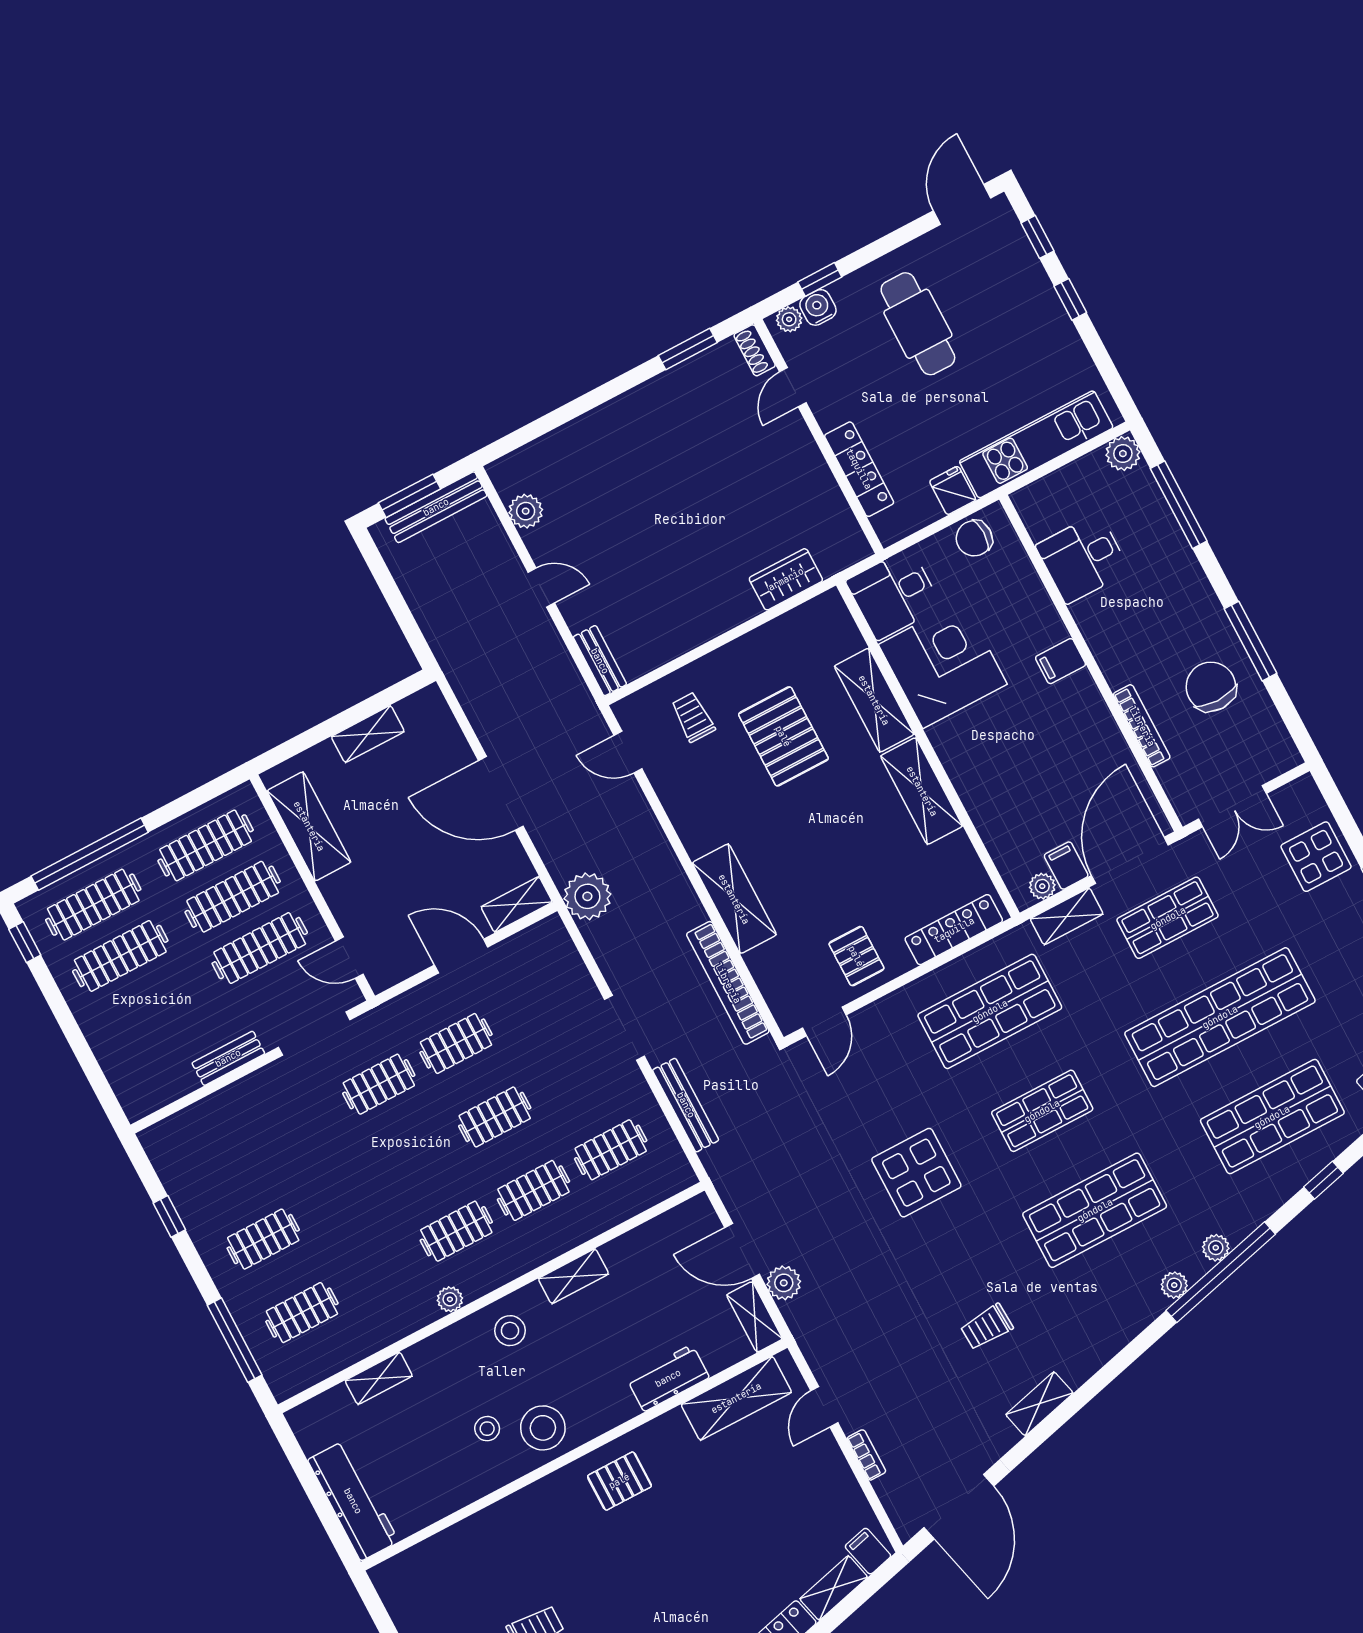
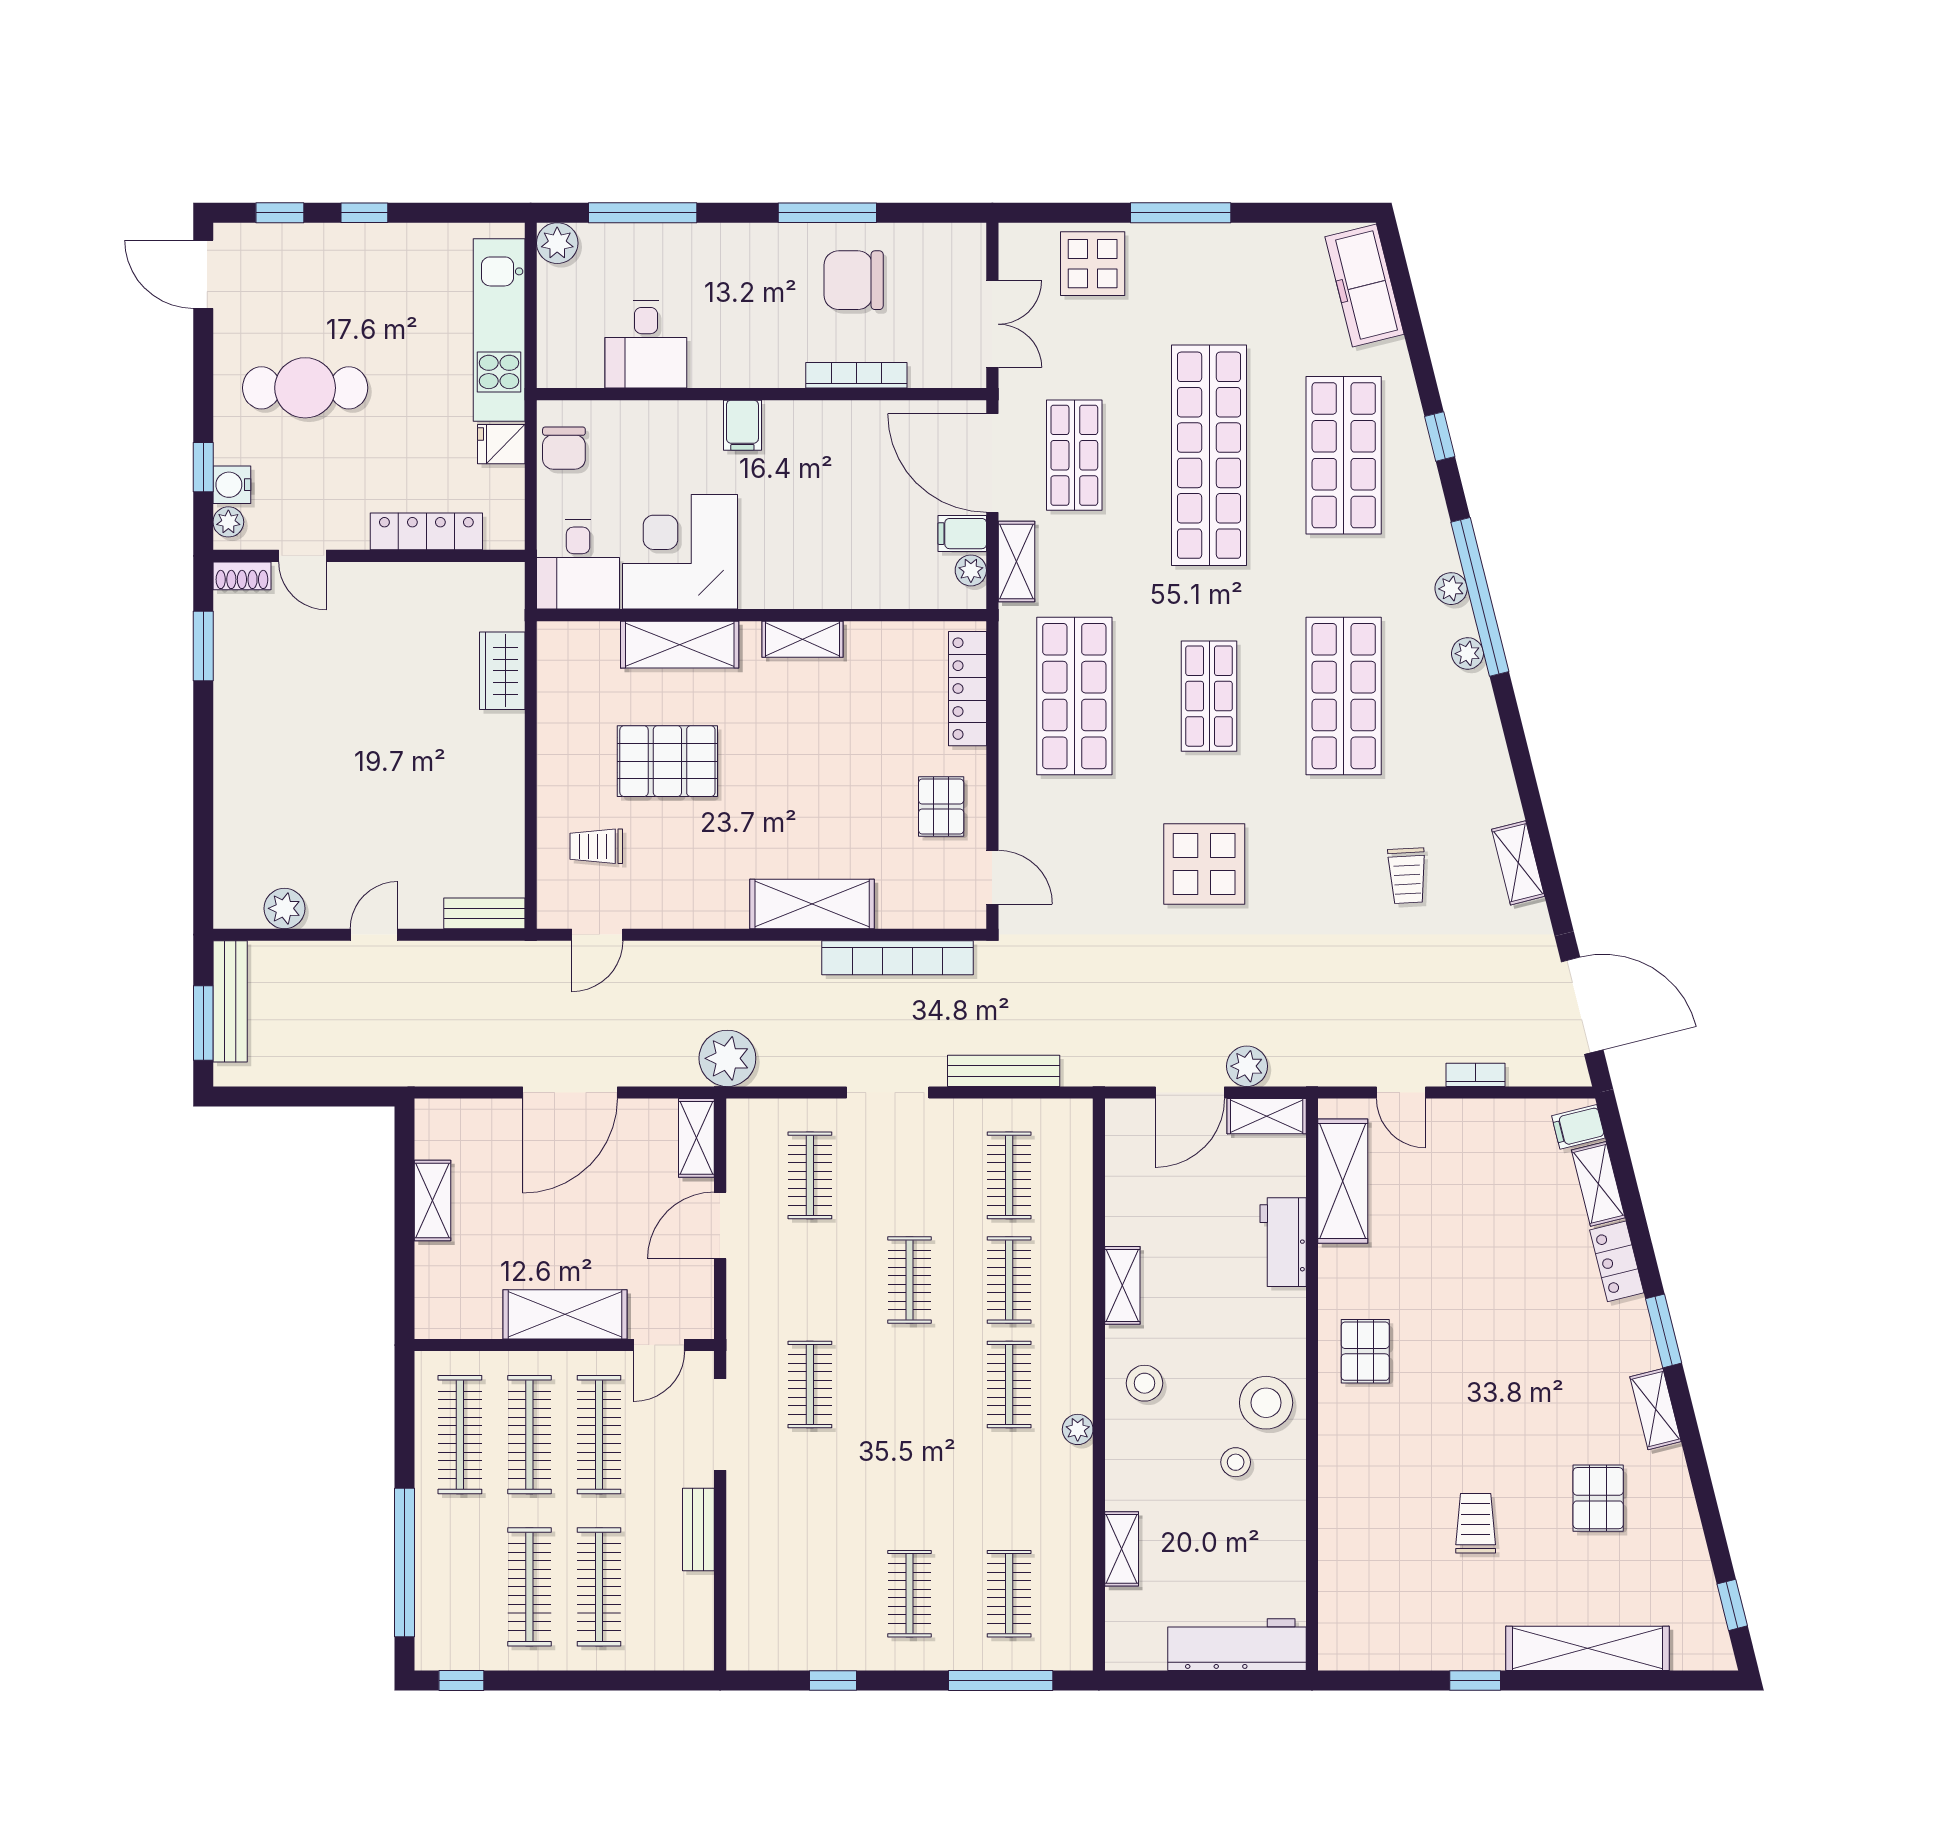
shelving: (922, 791) -> (802, 639), width x0.67, depth x0.75
shelving: (309, 826) -> (565, 1314), moved
clothes rail: (93, 905) -> (599, 1587), moved
pallet: (856, 956) -> (941, 806), turned 90
clothes rail: (456, 1043) -> (810, 1175), moved

